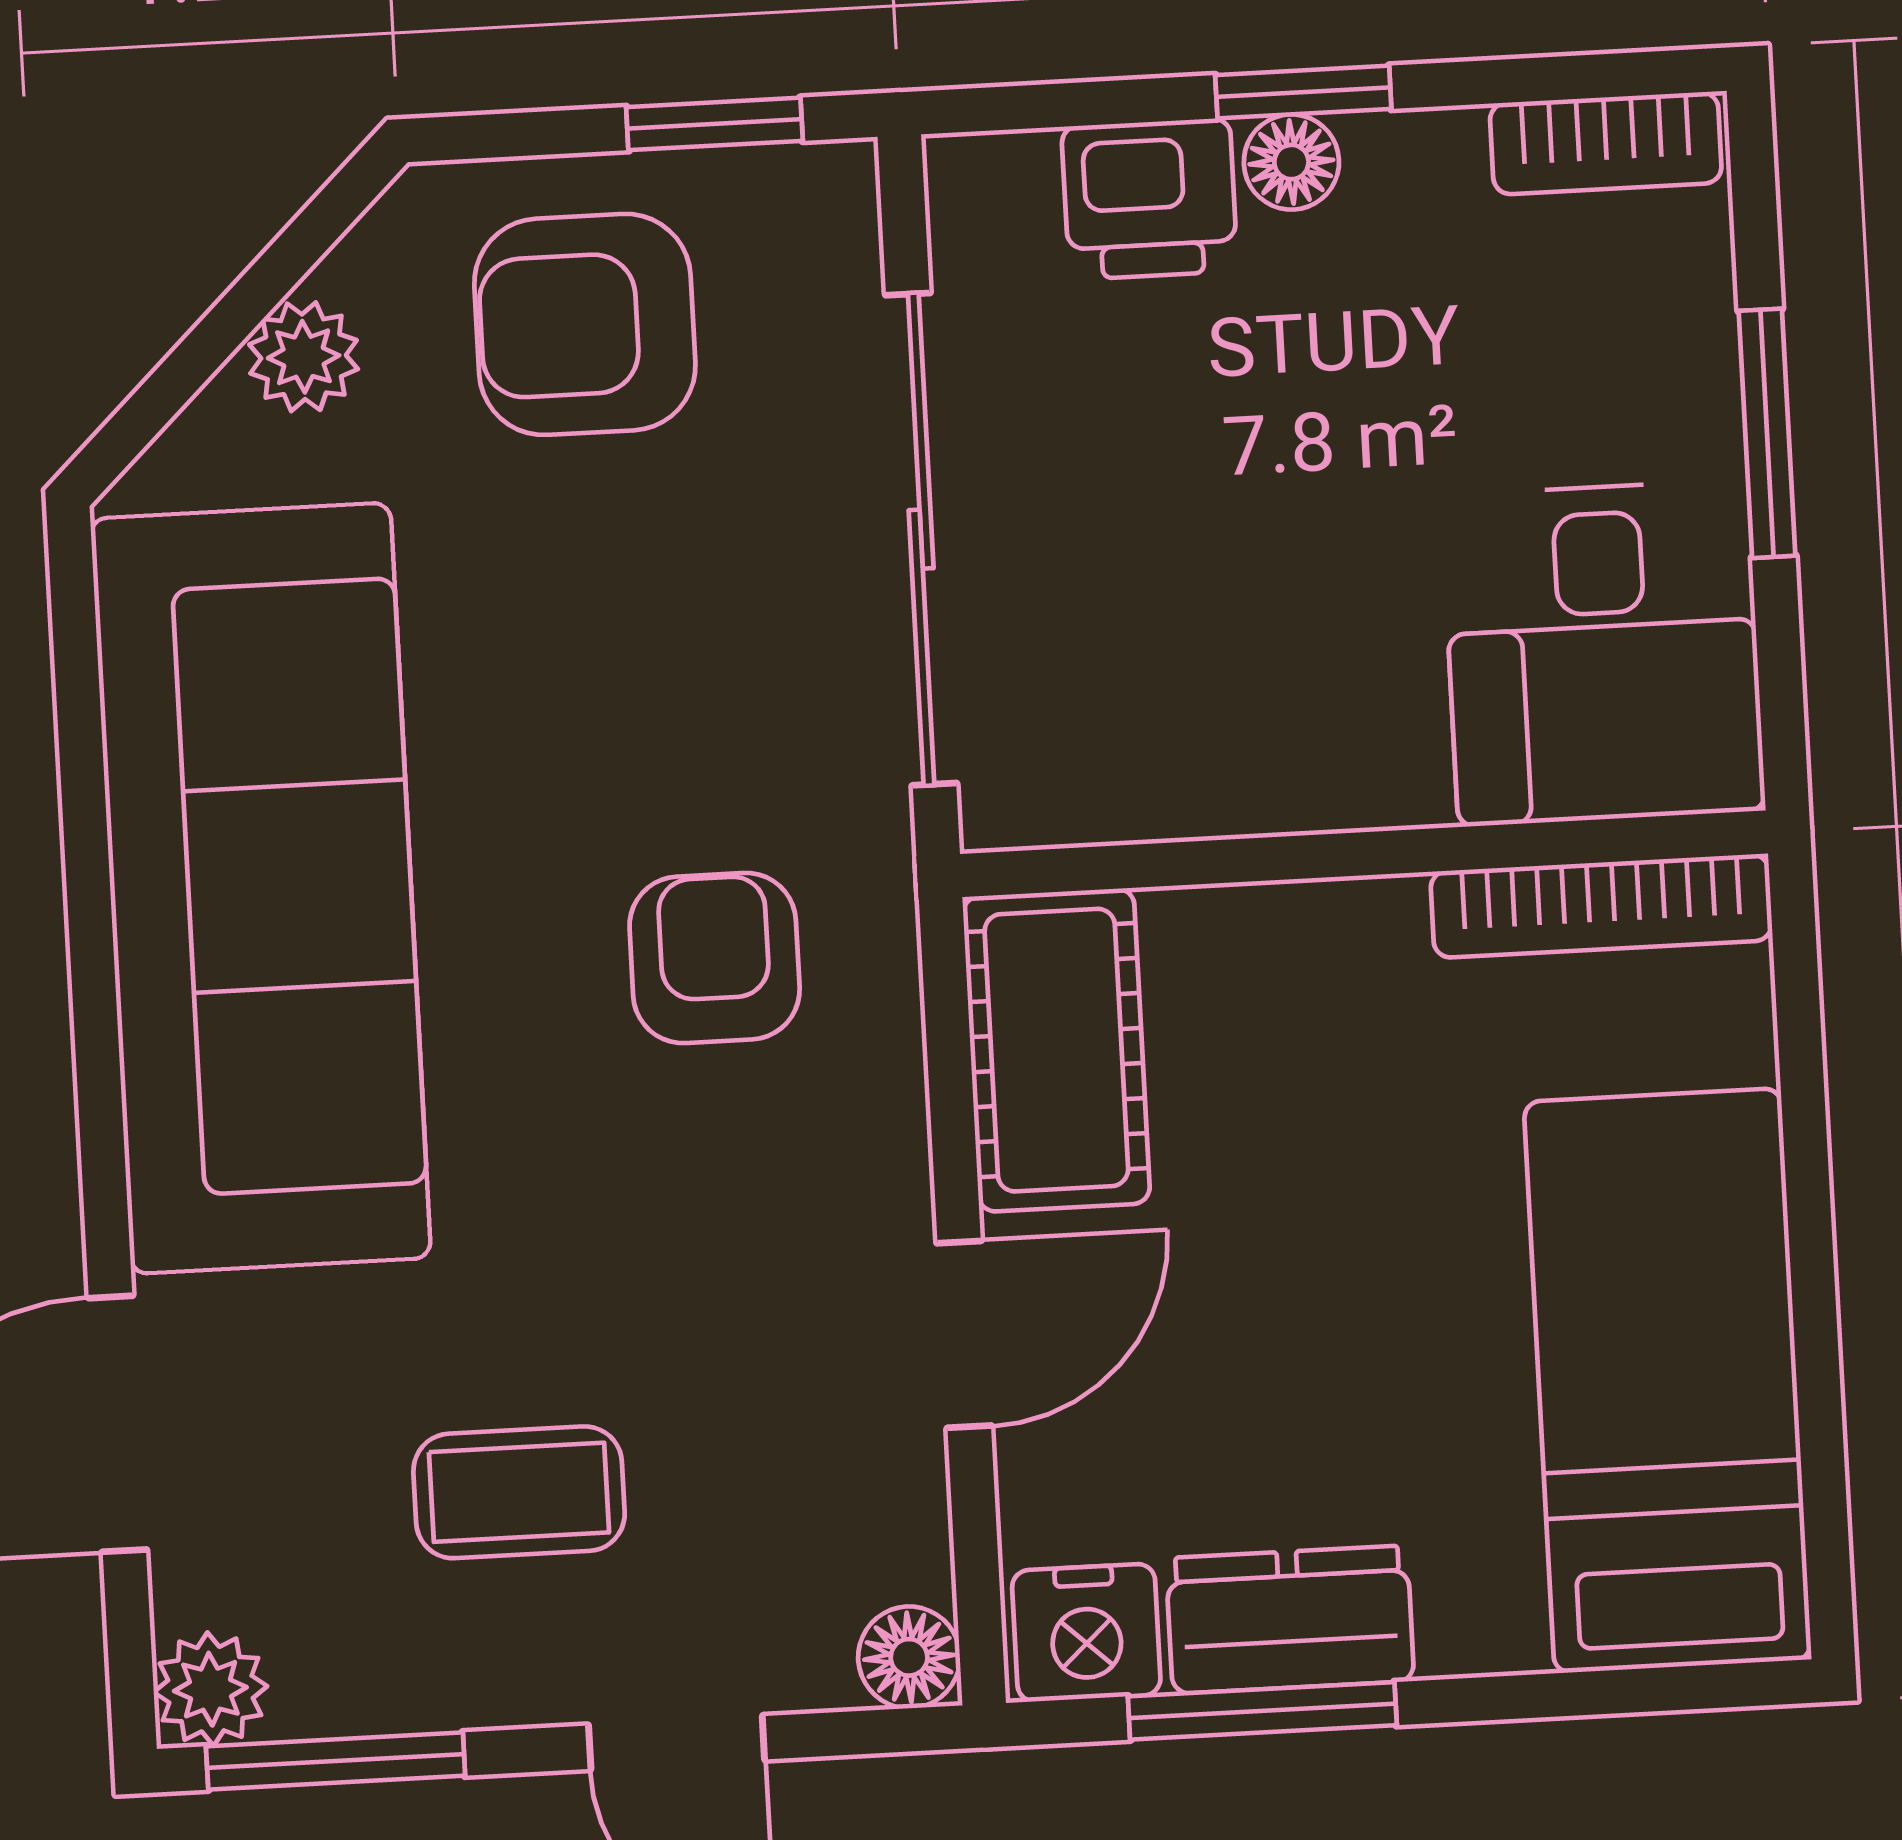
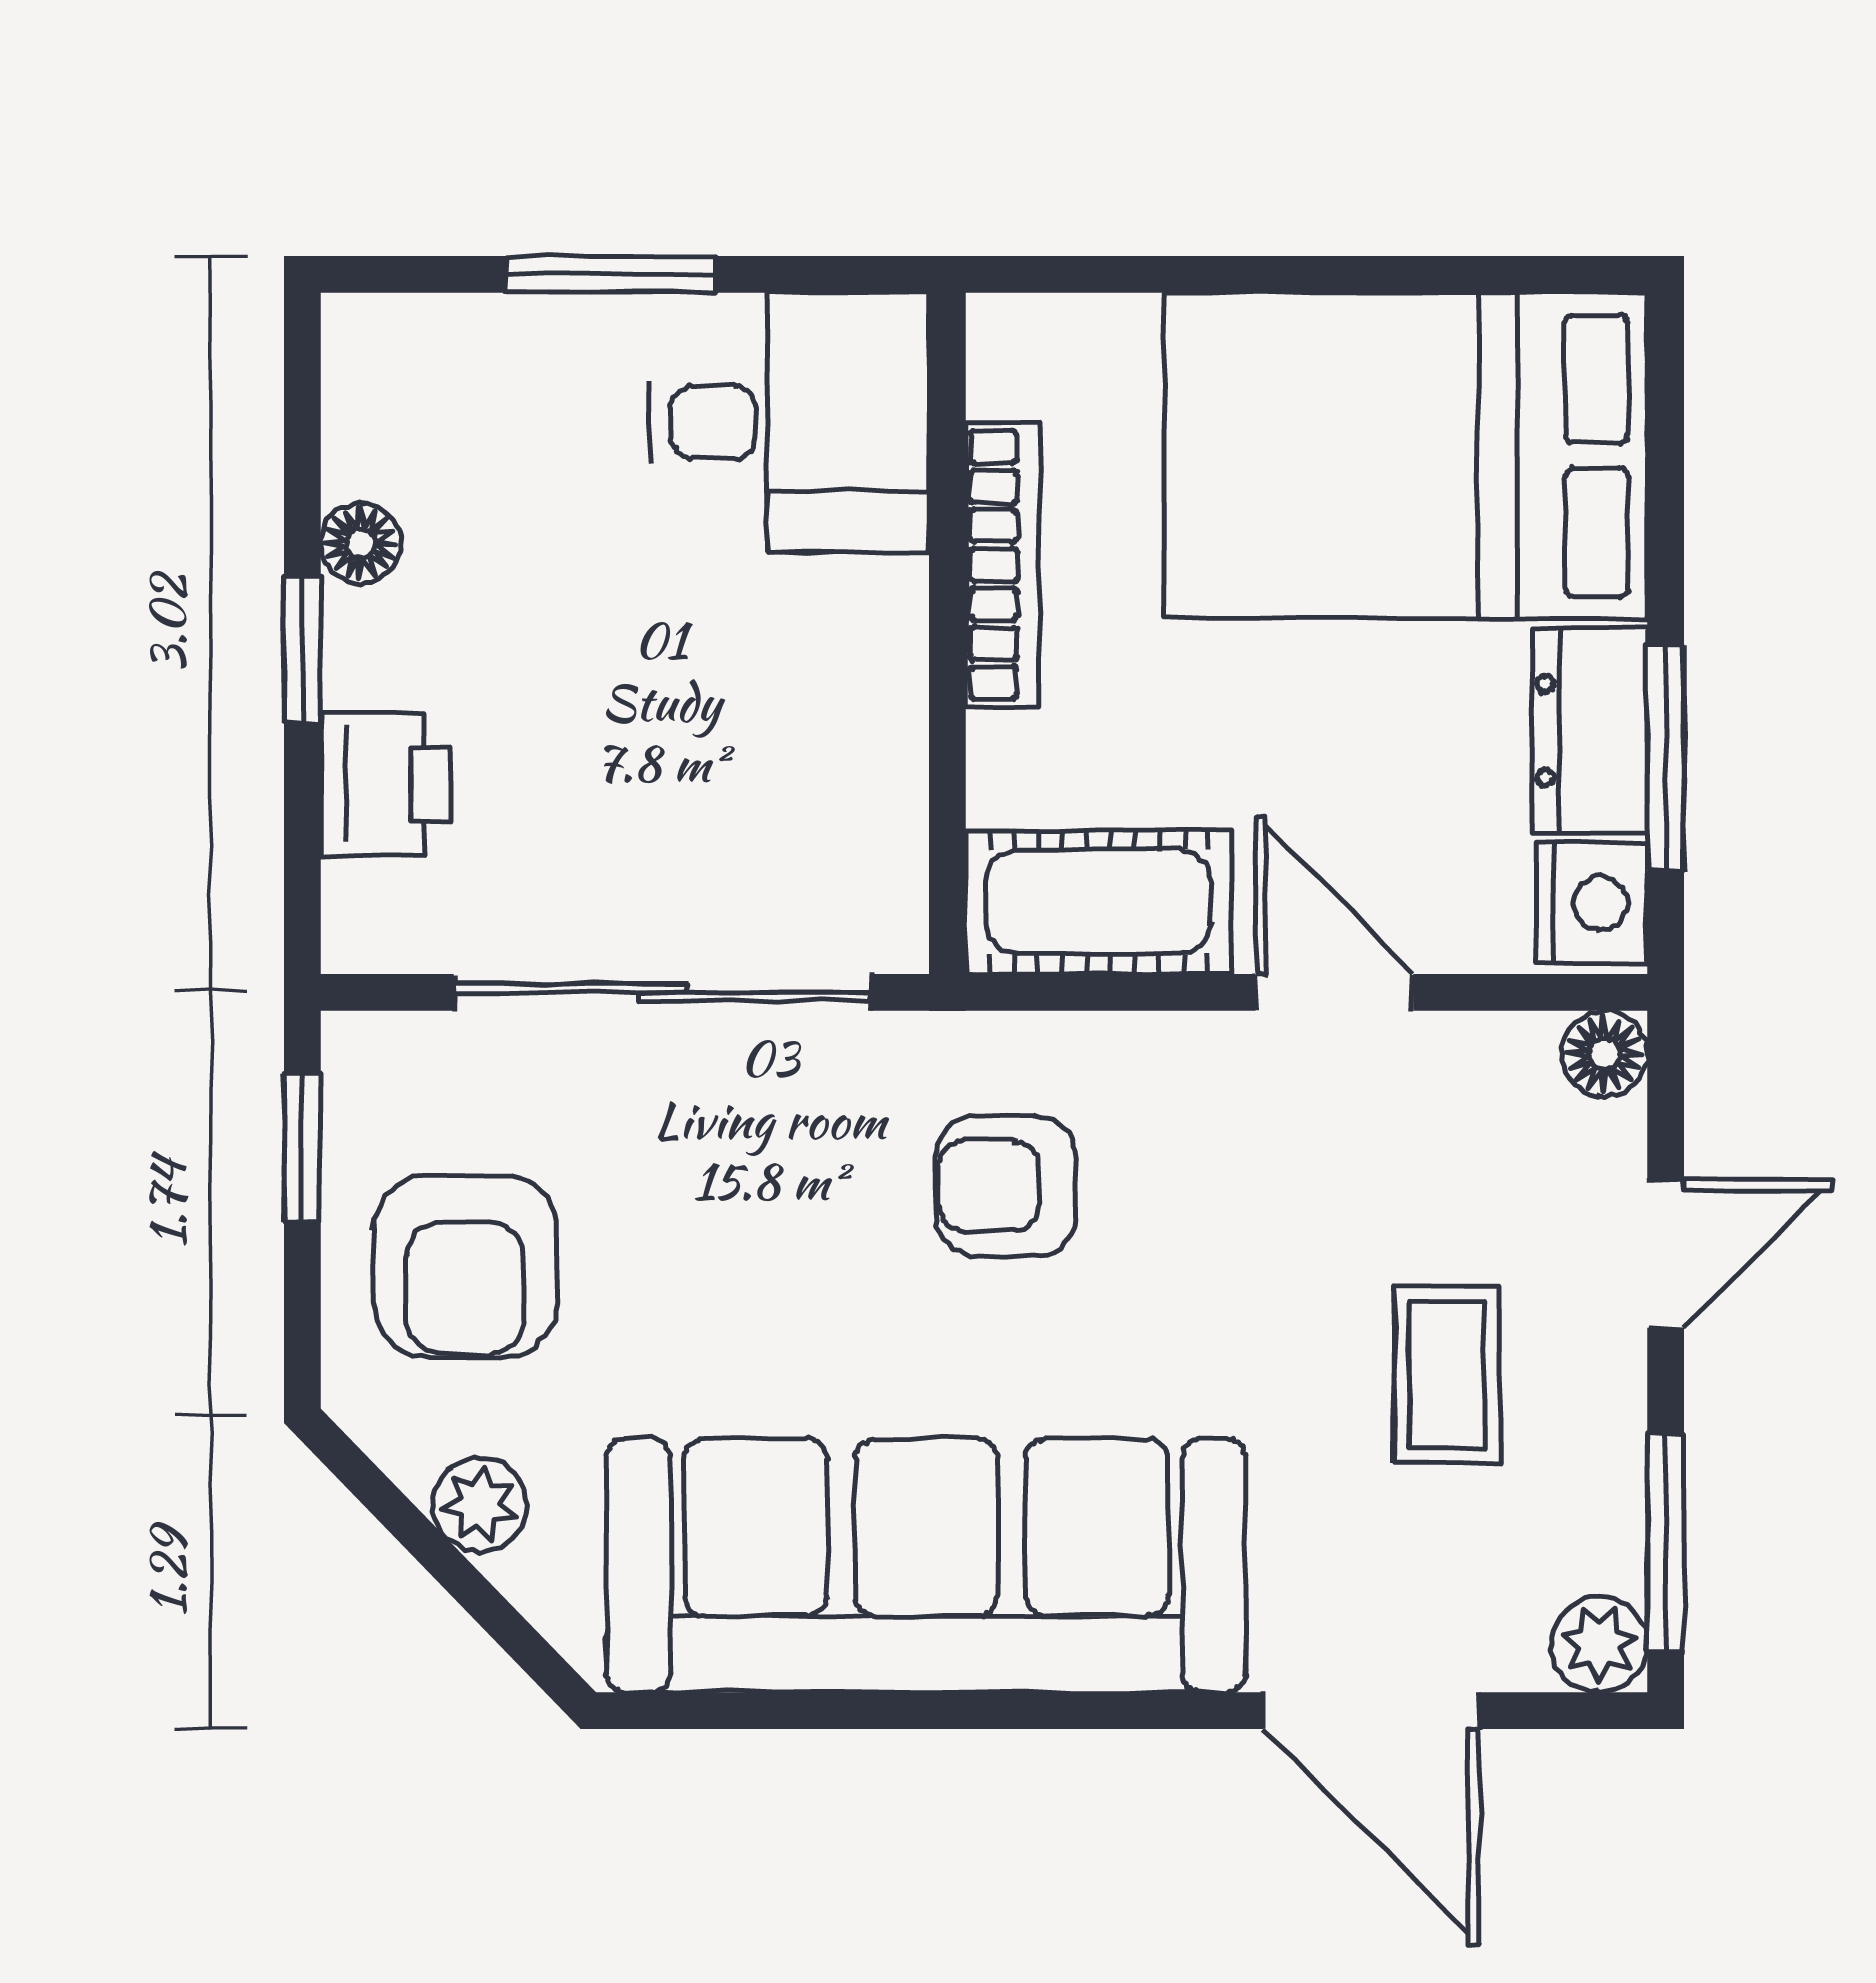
bookcase: (1606, 143) -> (359, 397), removed
floor lamp: (1291, 162) -> (361, 543), moved
bookcase: (1601, 906) -> (1002, 565), moved
bed: (1668, 1381) -> (1406, 456), width x1.50

